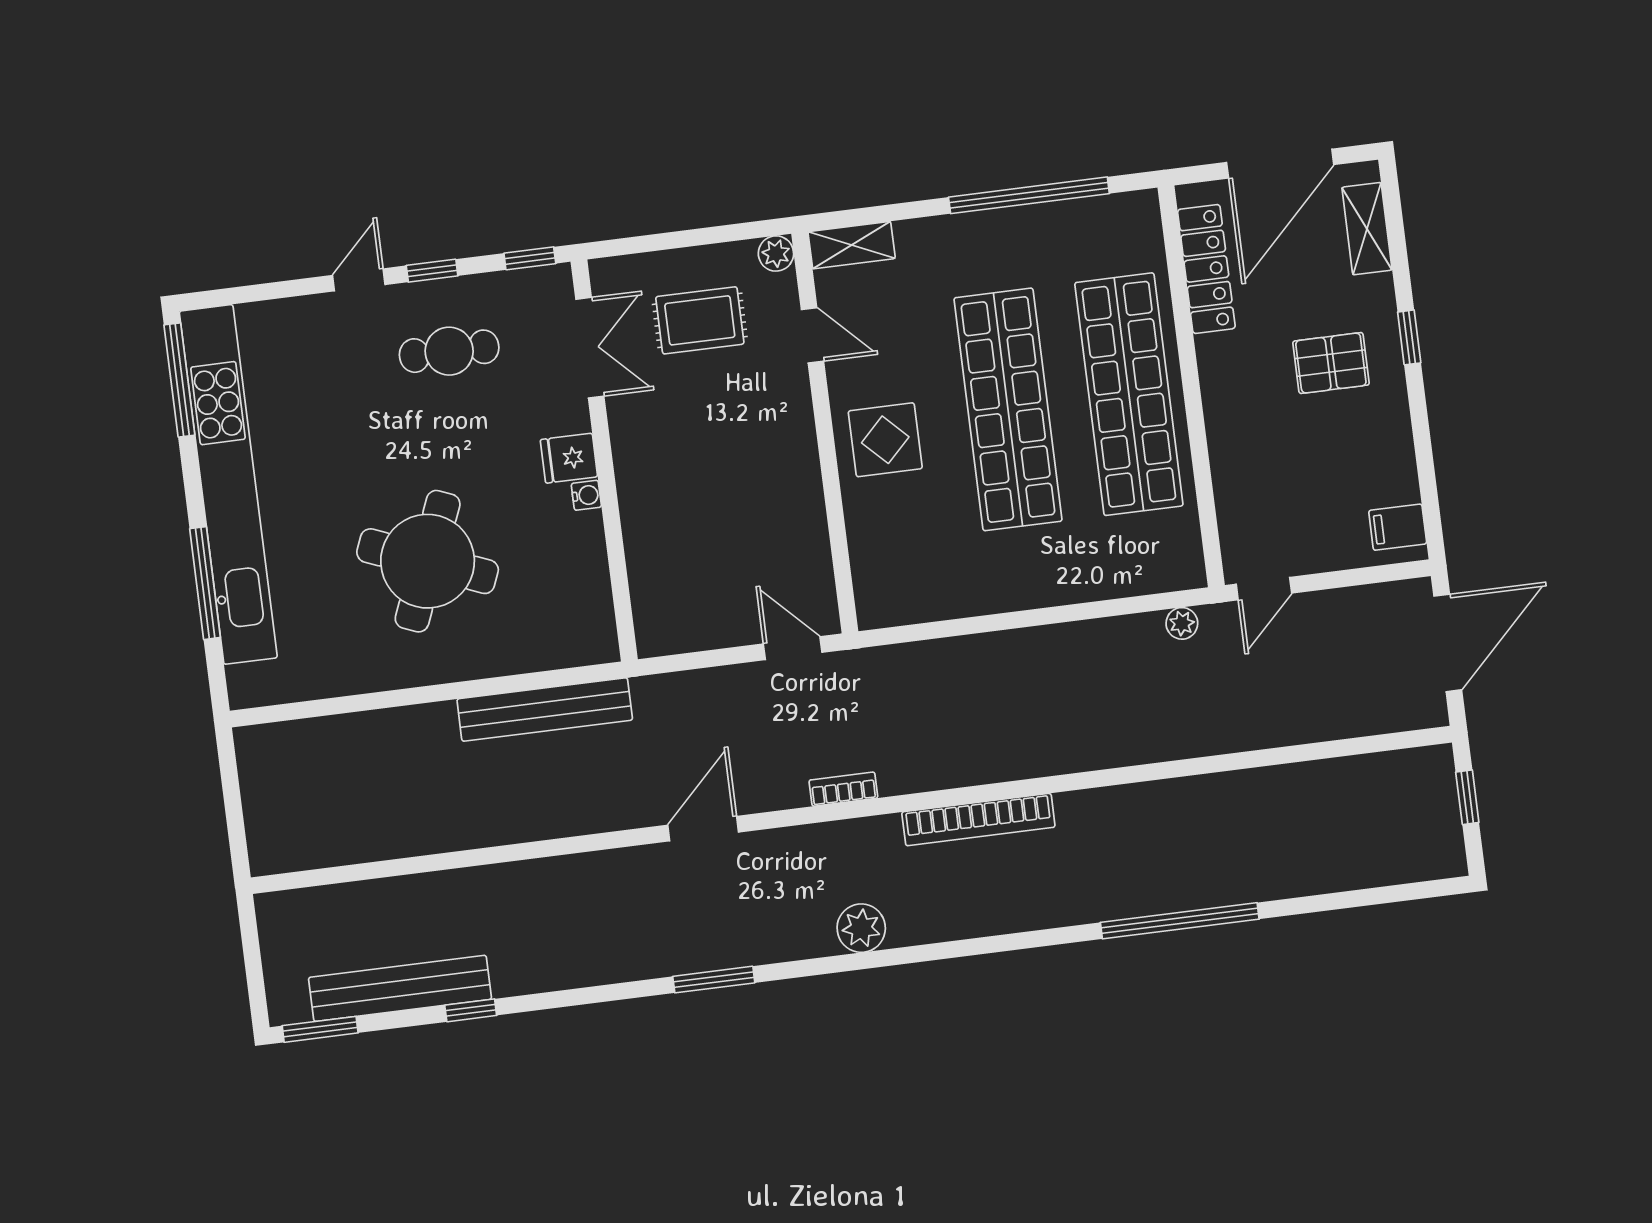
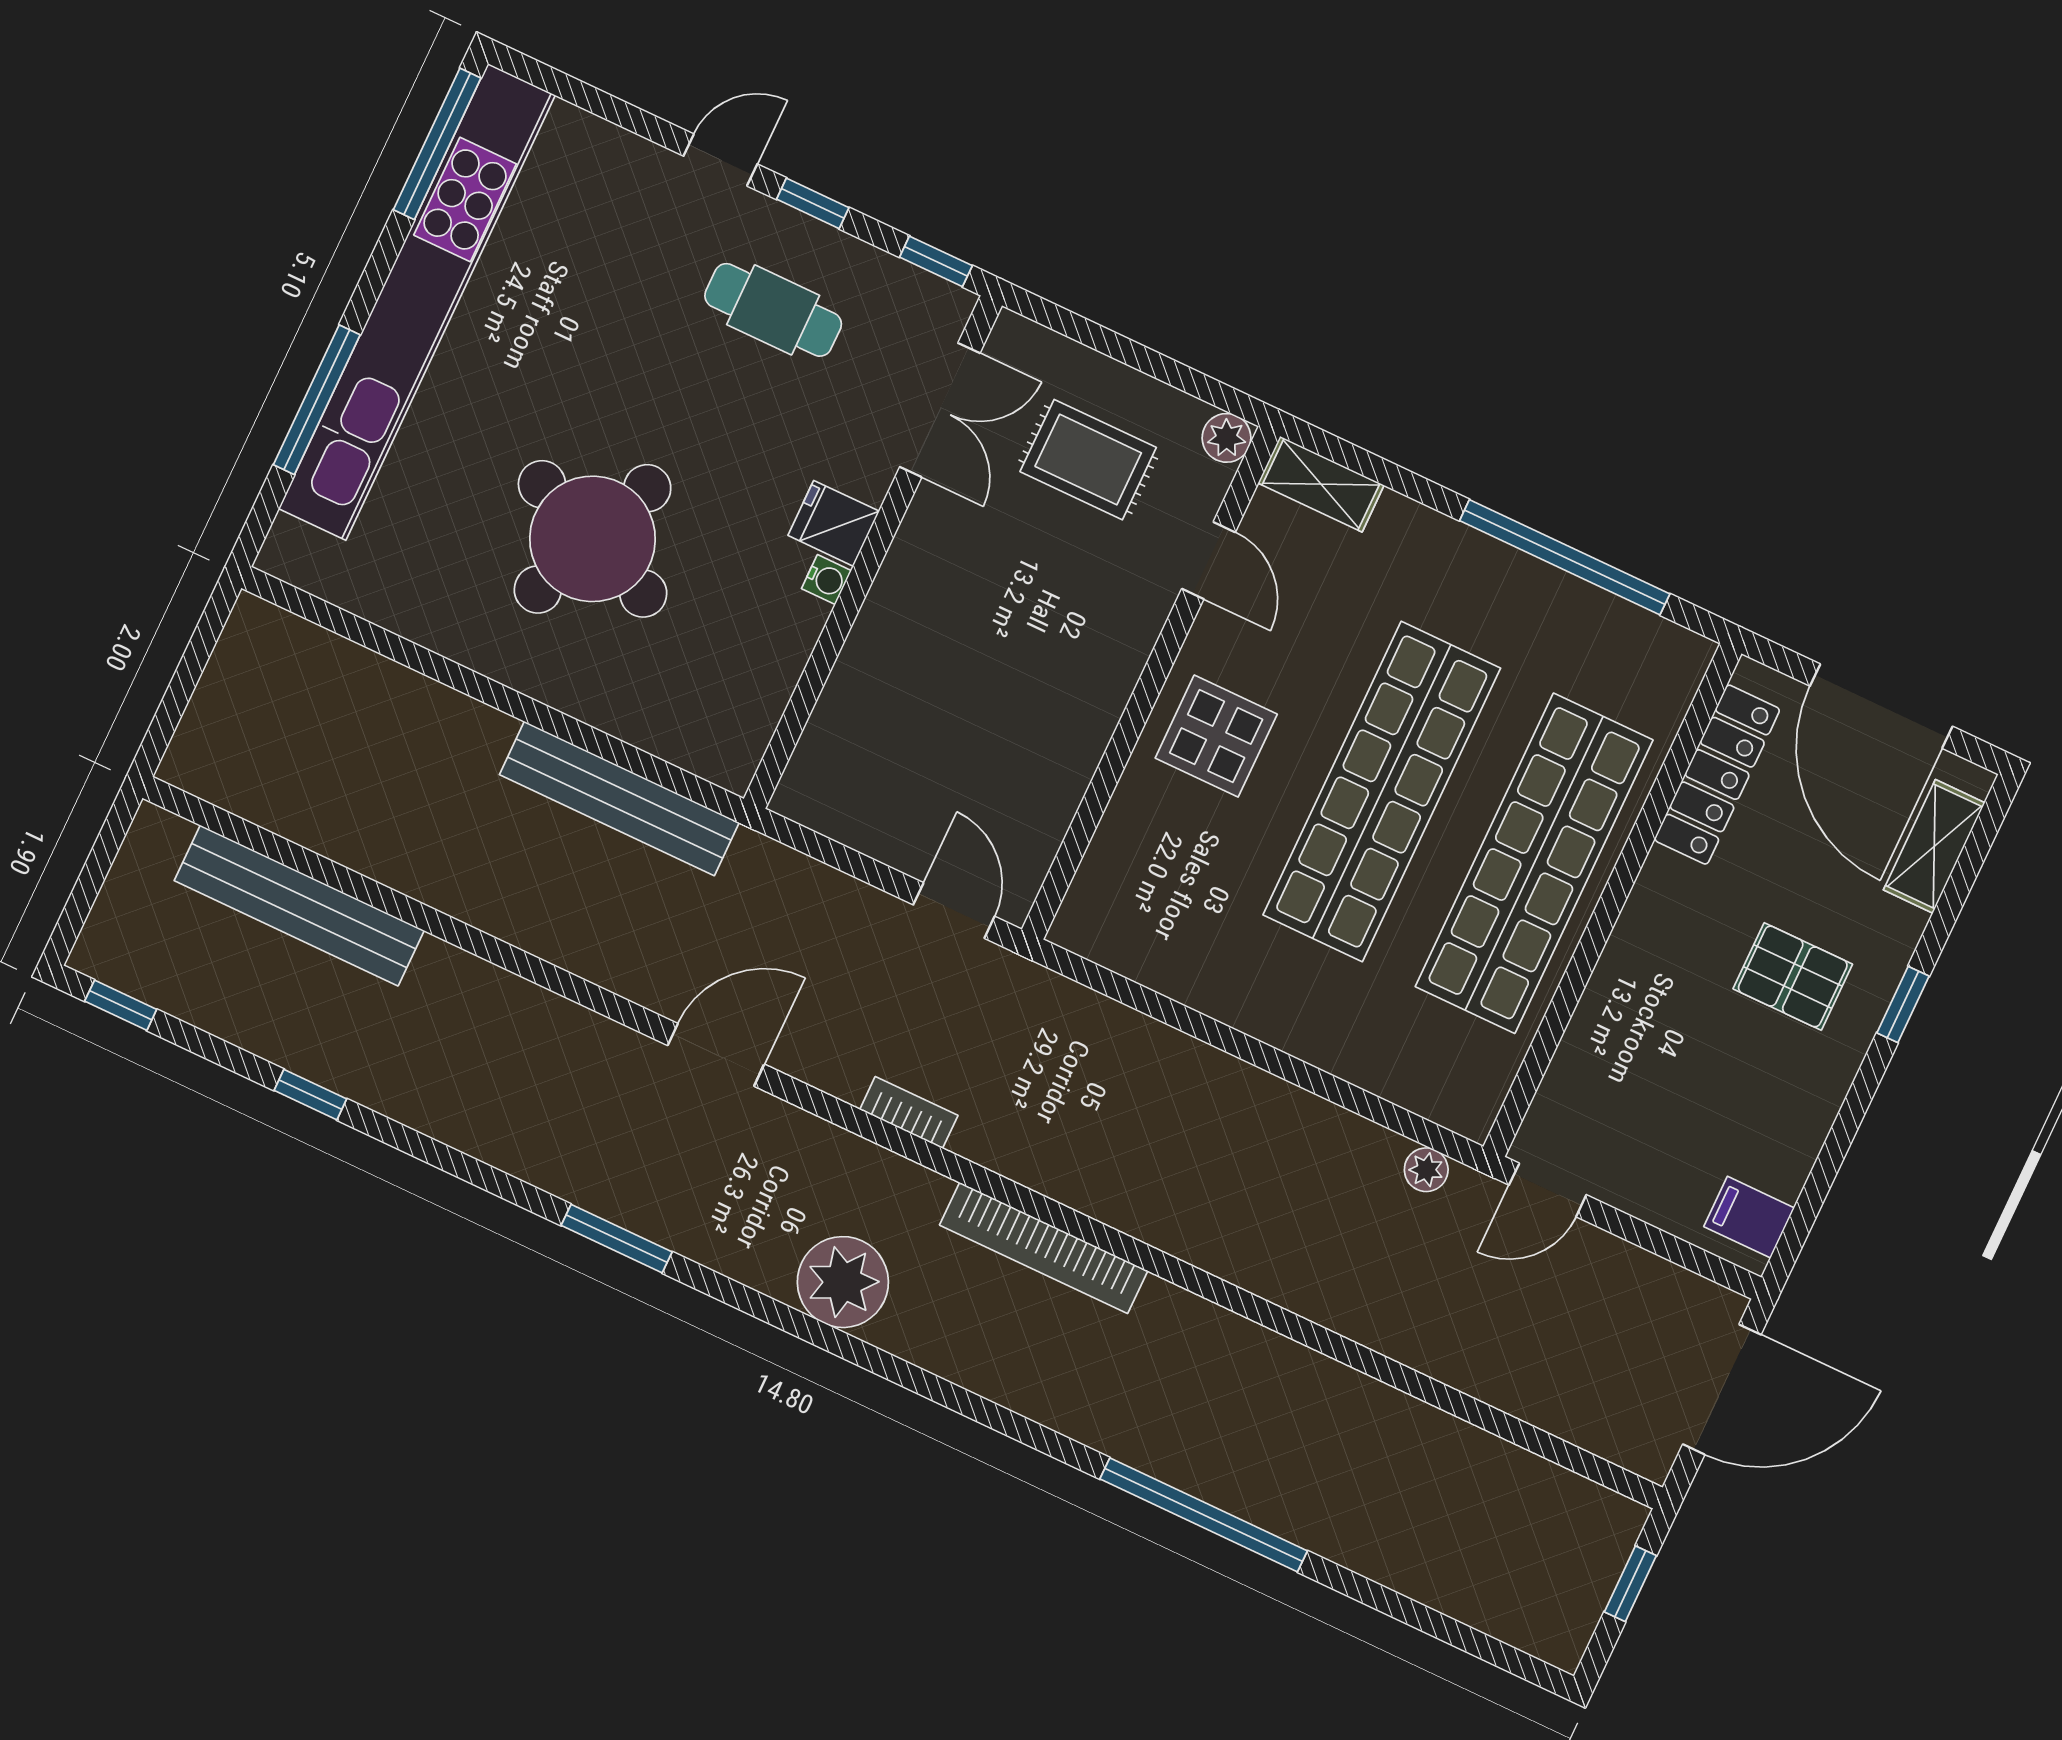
door: (1280, 164) -> (1881, 706), hinge flipped
plant: (861, 928) -> (843, 1282), width x1.36, depth x1.36
bench: (400, 988) -> (299, 906), moved
window: (320, 1029) -> (121, 1005), width x0.67

